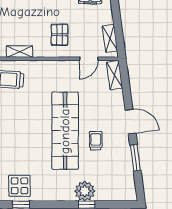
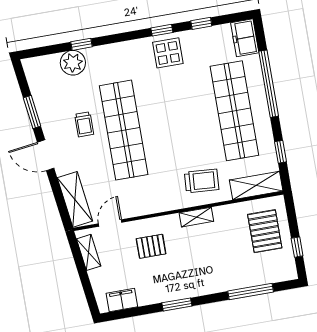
pallet: (60, 35) -> (151, 246), turned 90
shelving: (115, 75) -> (75, 199), width x1.50, depth x1.33
plant: (85, 191) -> (73, 63), moved

